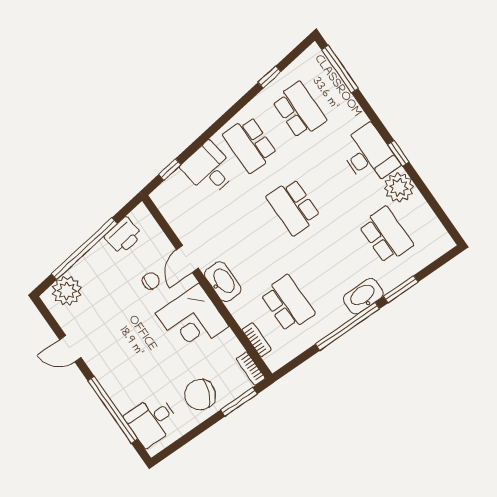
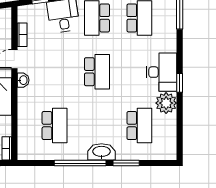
school desk: (293, 207) -> (97, 72), turned 180
washbasin: (223, 282) -> (23, 80), width x0.52, depth x0.69
bookcase: (257, 340) -> (22, 35), moved

